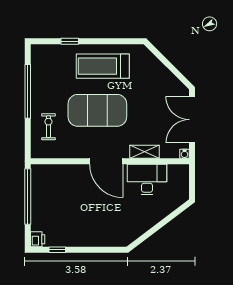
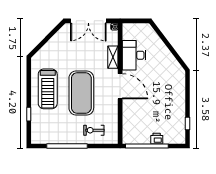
door: (106, 161) -> (120, 86), hinge flipped
printer: (38, 239) -> (157, 138), moved

